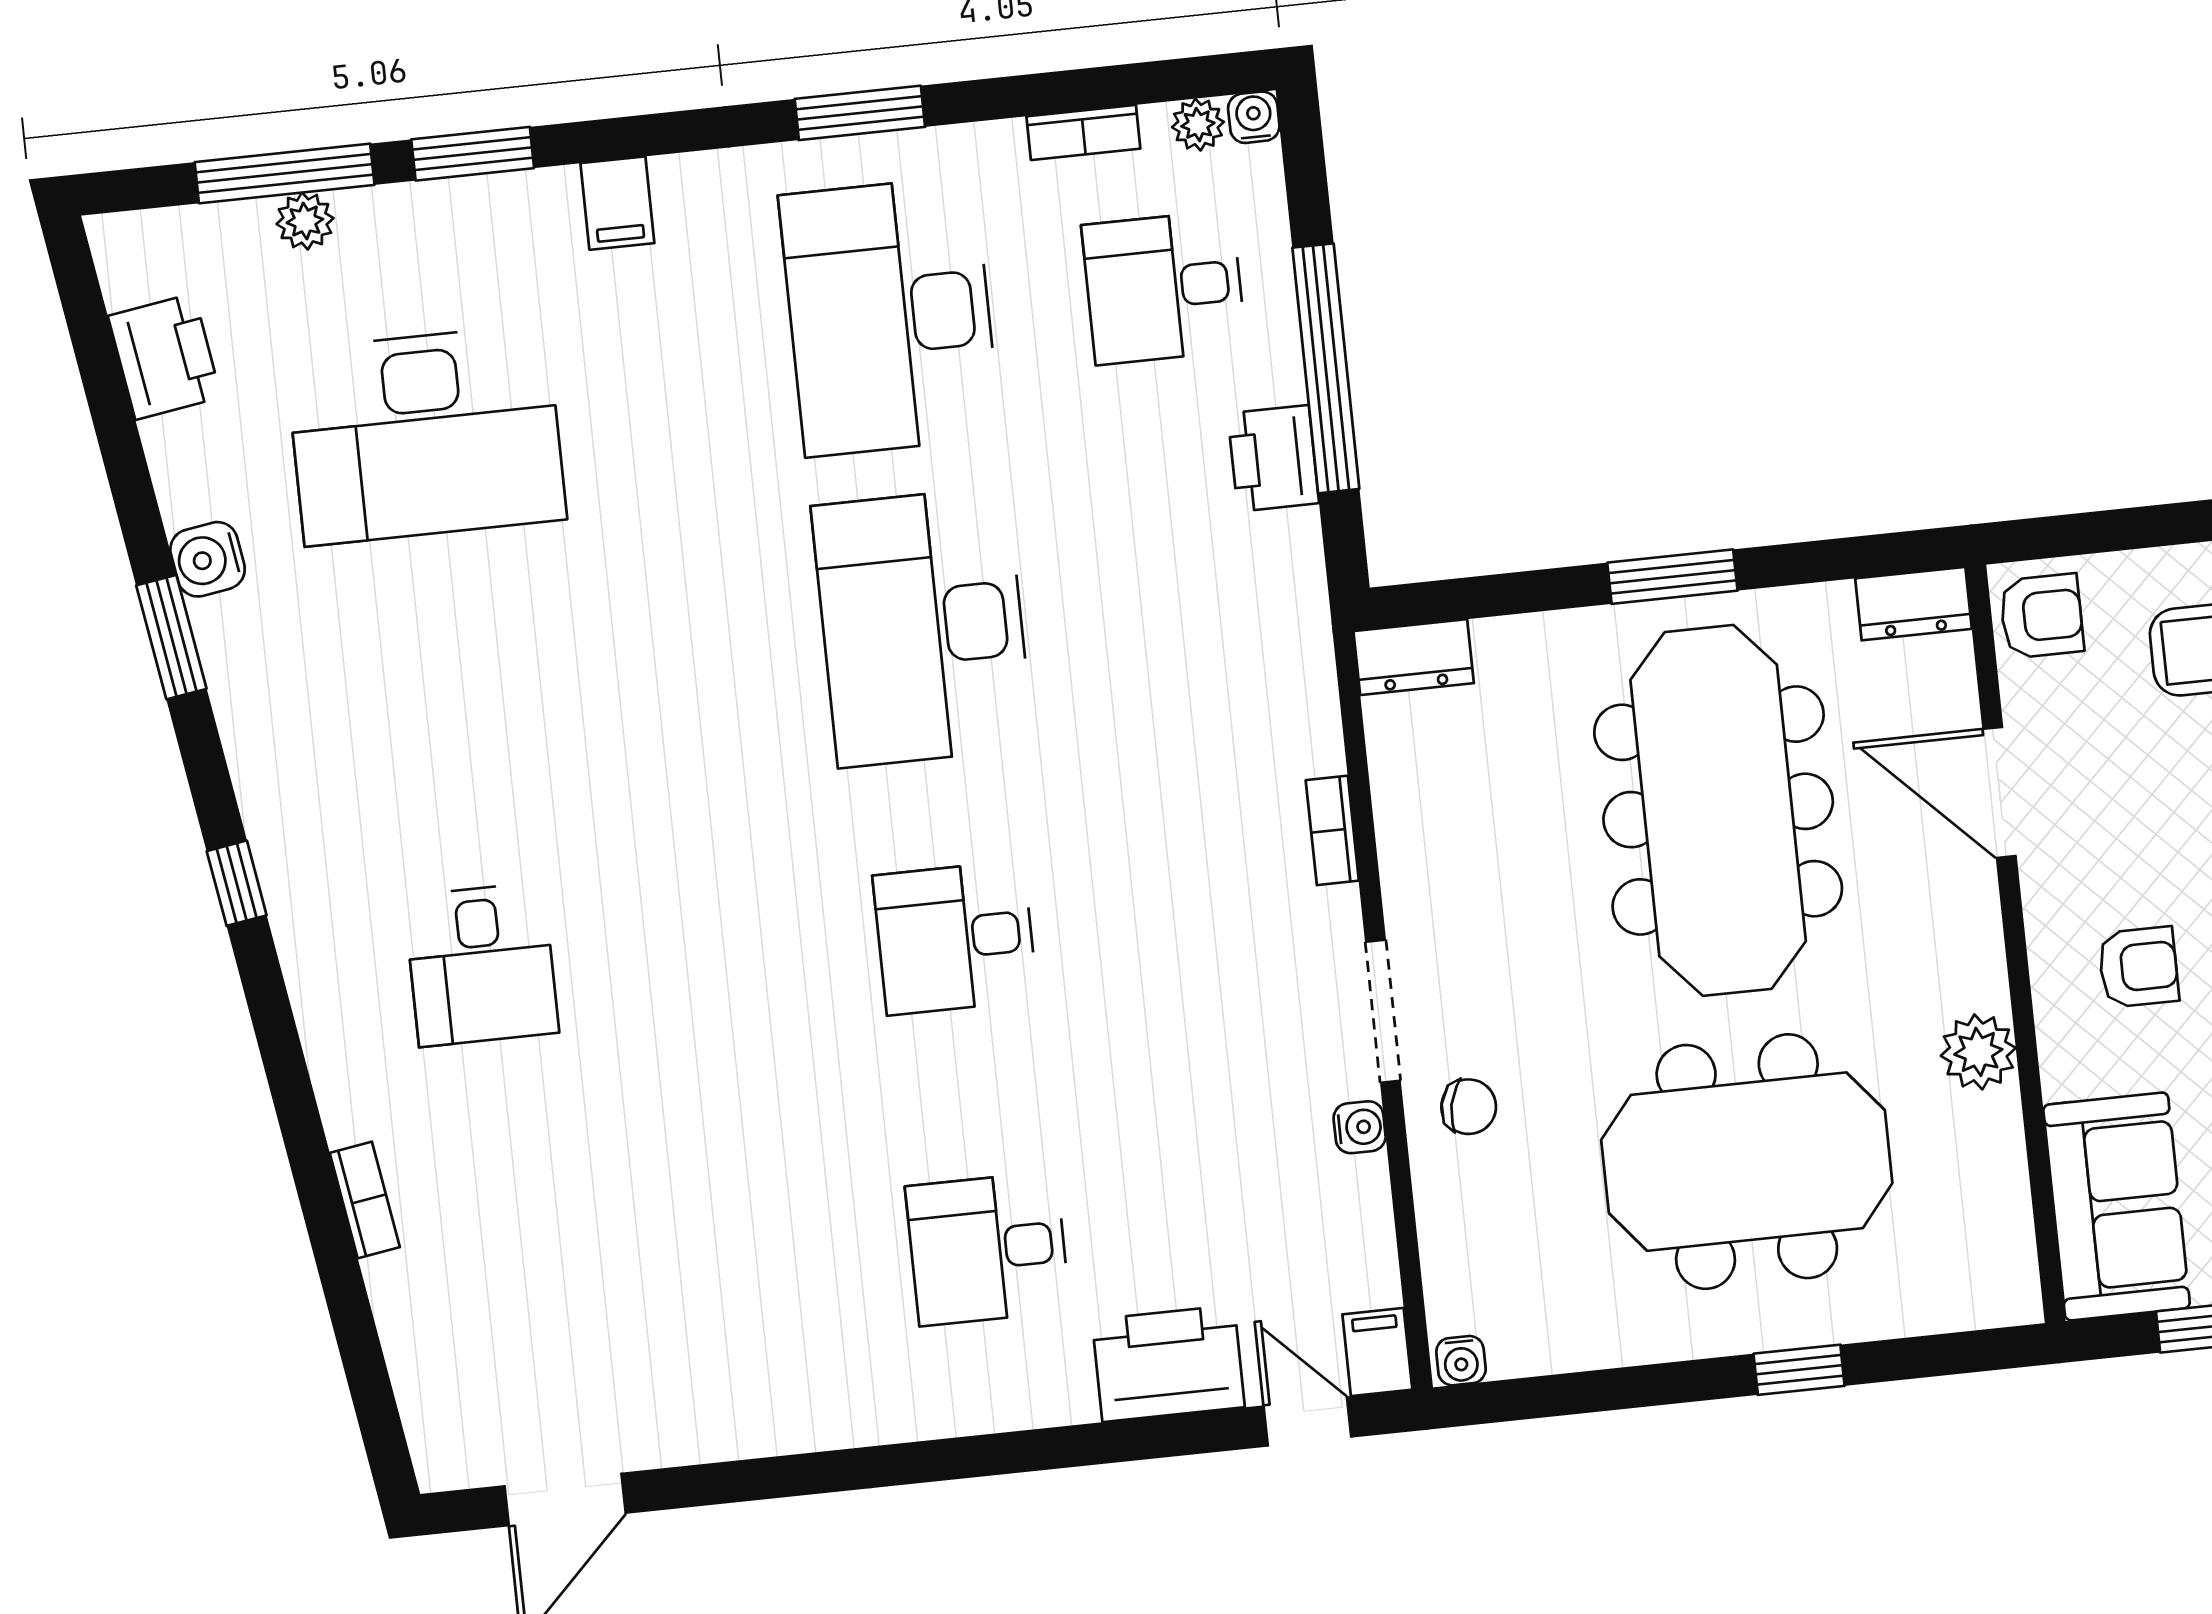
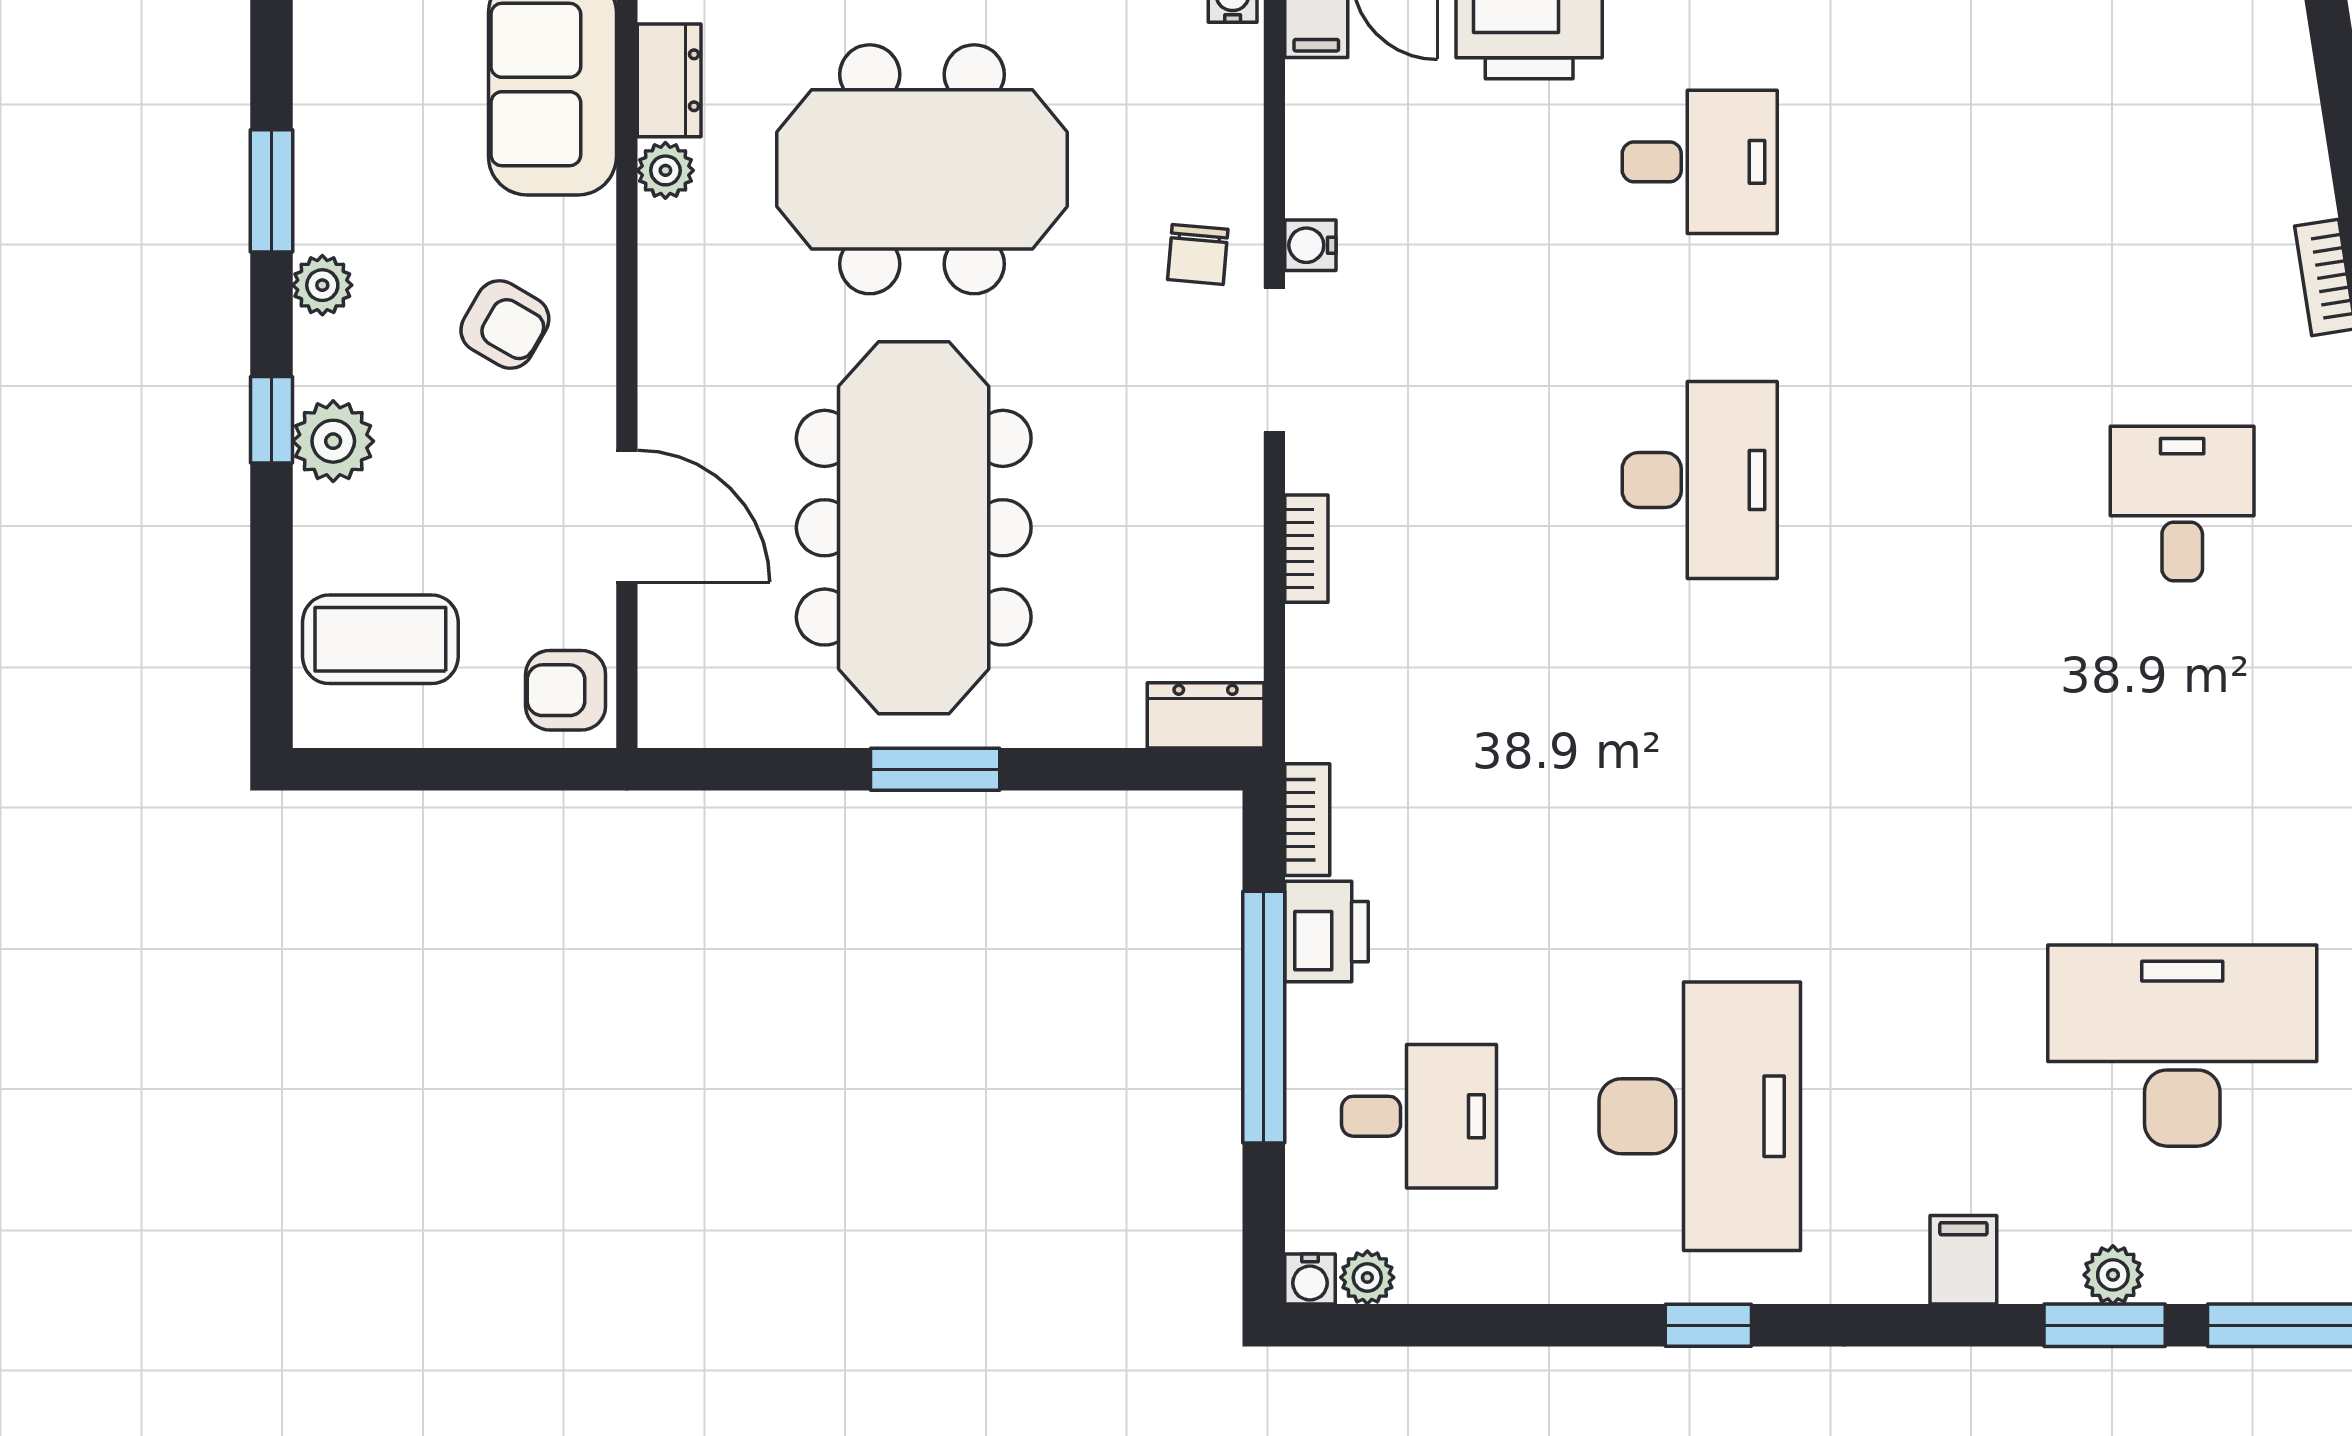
window: (860, 113) -> (1708, 1325), width x0.67
bookcase: (1083, 132) -> (1307, 820), moved, turned 90
plant: (305, 221) -> (2113, 1275), moved
dresser: (1913, 604) -> (669, 80), moved, turned 90
desk: (922, 627) -> (1700, 798), removed
desk: (955, 938) -> (1700, 480), width x1.37
armchair: (2138, 967) -> (505, 325), turned -150
plant: (1978, 1052) -> (665, 170), moved, width x0.73, depth x0.73
chair: (1469, 1107) -> (1198, 254), turned -97

